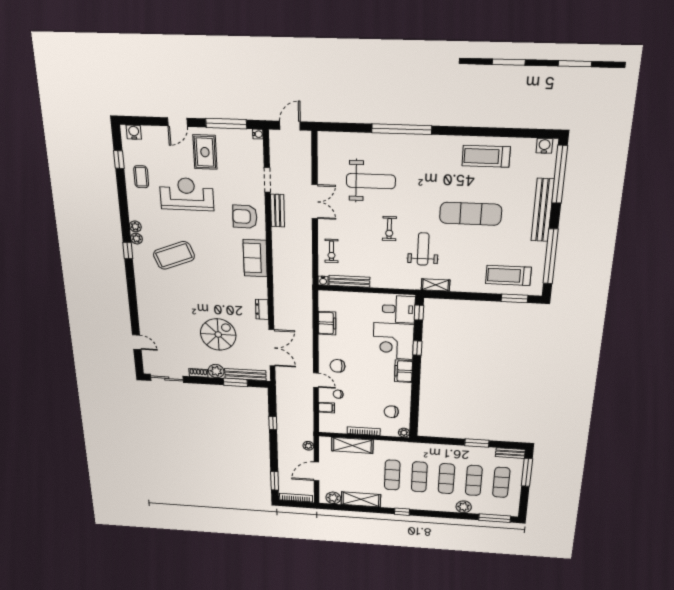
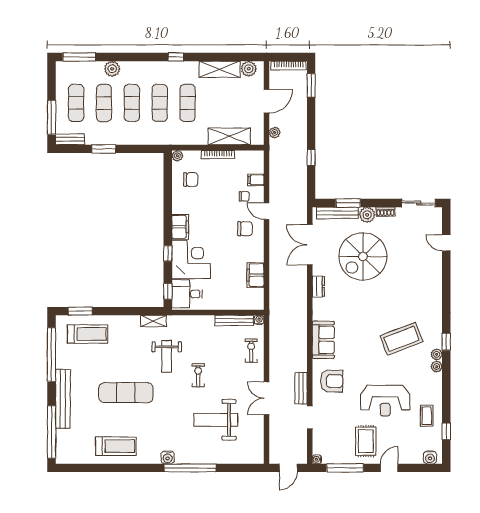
water cooler: (544, 146) -> (168, 457), moved
spiral stairs: (218, 334) -> (363, 256), width x1.37, depth x1.37

